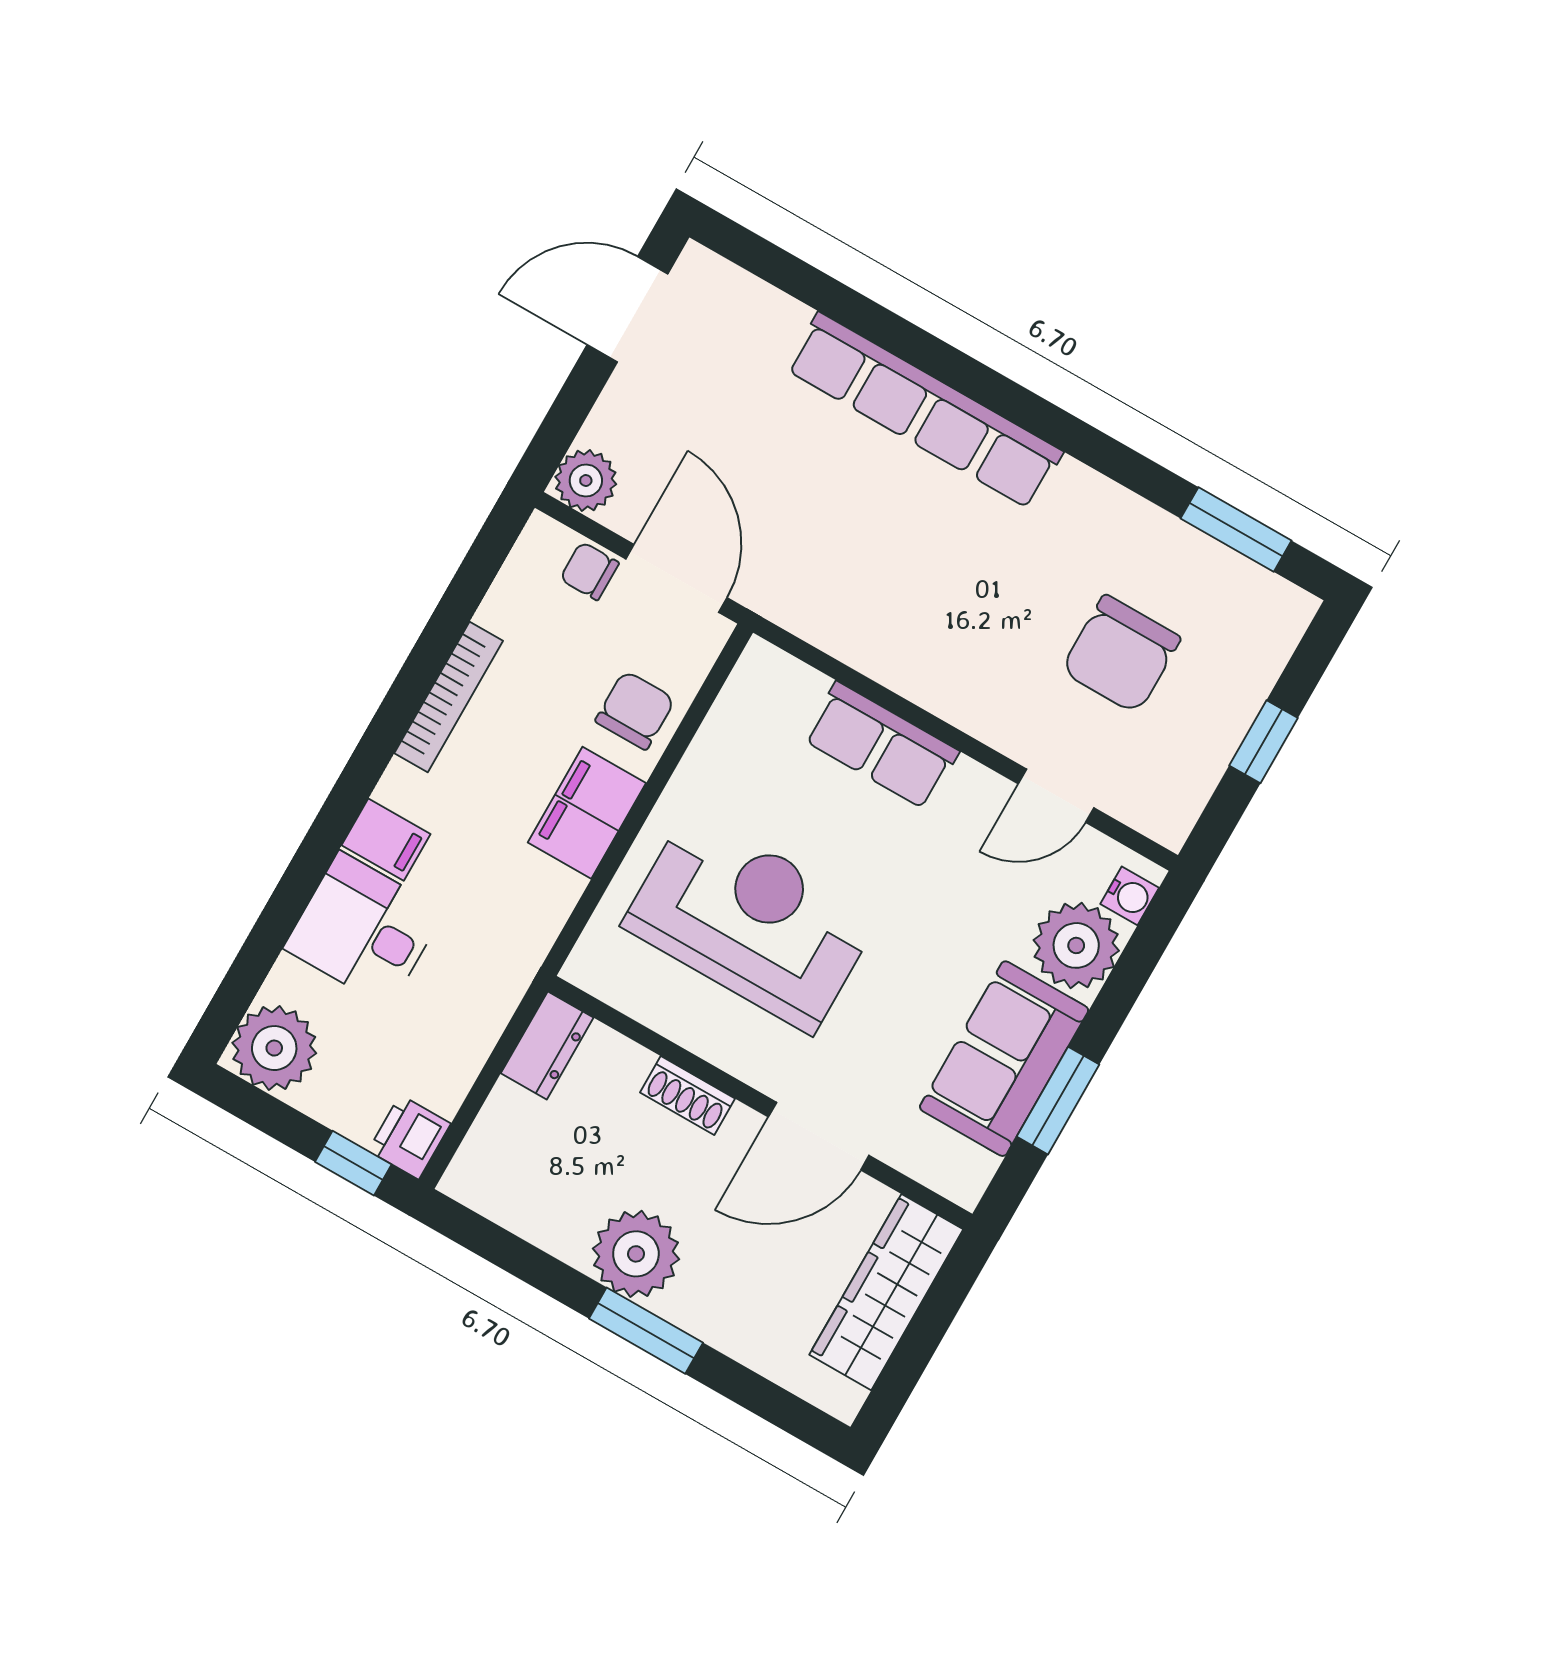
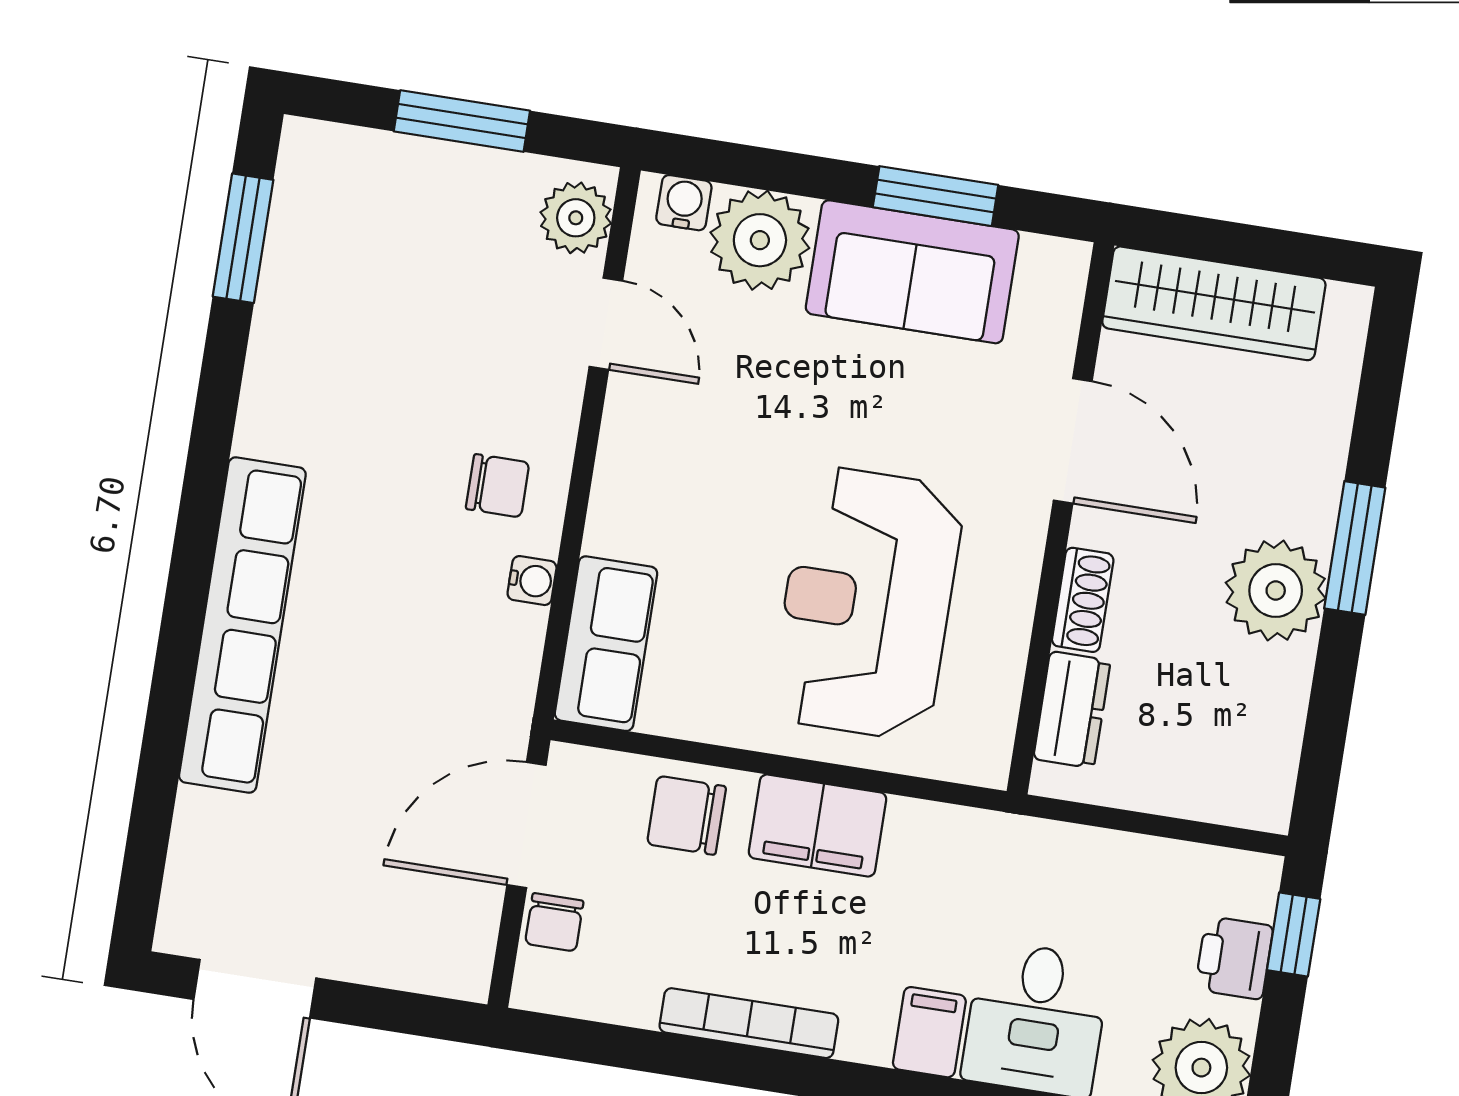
plant: (586, 481) -> (576, 218), moved
chair: (1121, 654) -> (498, 486), moved, width x0.54, depth x0.54
water cooler: (872, 658) -> (532, 581), added
window: (1263, 742) -> (462, 121), width x1.50
row of seats: (881, 745) -> (606, 644), moved
dresser: (547, 1045) -> (1072, 710), moved, turned 90
printer: (409, 1137) -> (1234, 958), moved, turned 90

